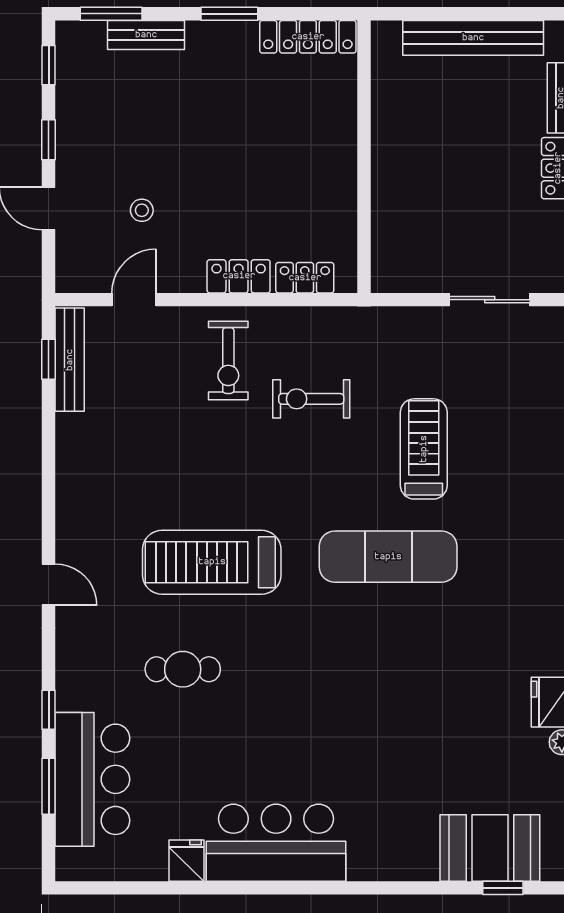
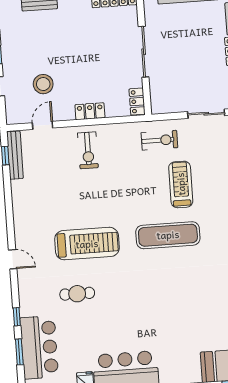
sliding door: (364, 156) -> (144, 52), added
stool: (142, 210) -> (43, 84), width x1.89, depth x1.89
locker: (305, 278) -> (137, 102), moved, turned -90
exercise bike: (311, 399) -> (160, 140), moved, turned 180
treadmill: (212, 562) -> (87, 244), turned 180

